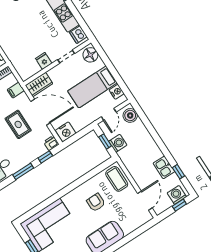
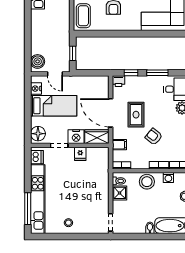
door: (109, 114) -> (55, 74), swing flipped
nightstand: (66, 132) -> (76, 137), moved, turned 180
washing machine: (118, 143) -> (63, 45), removed

